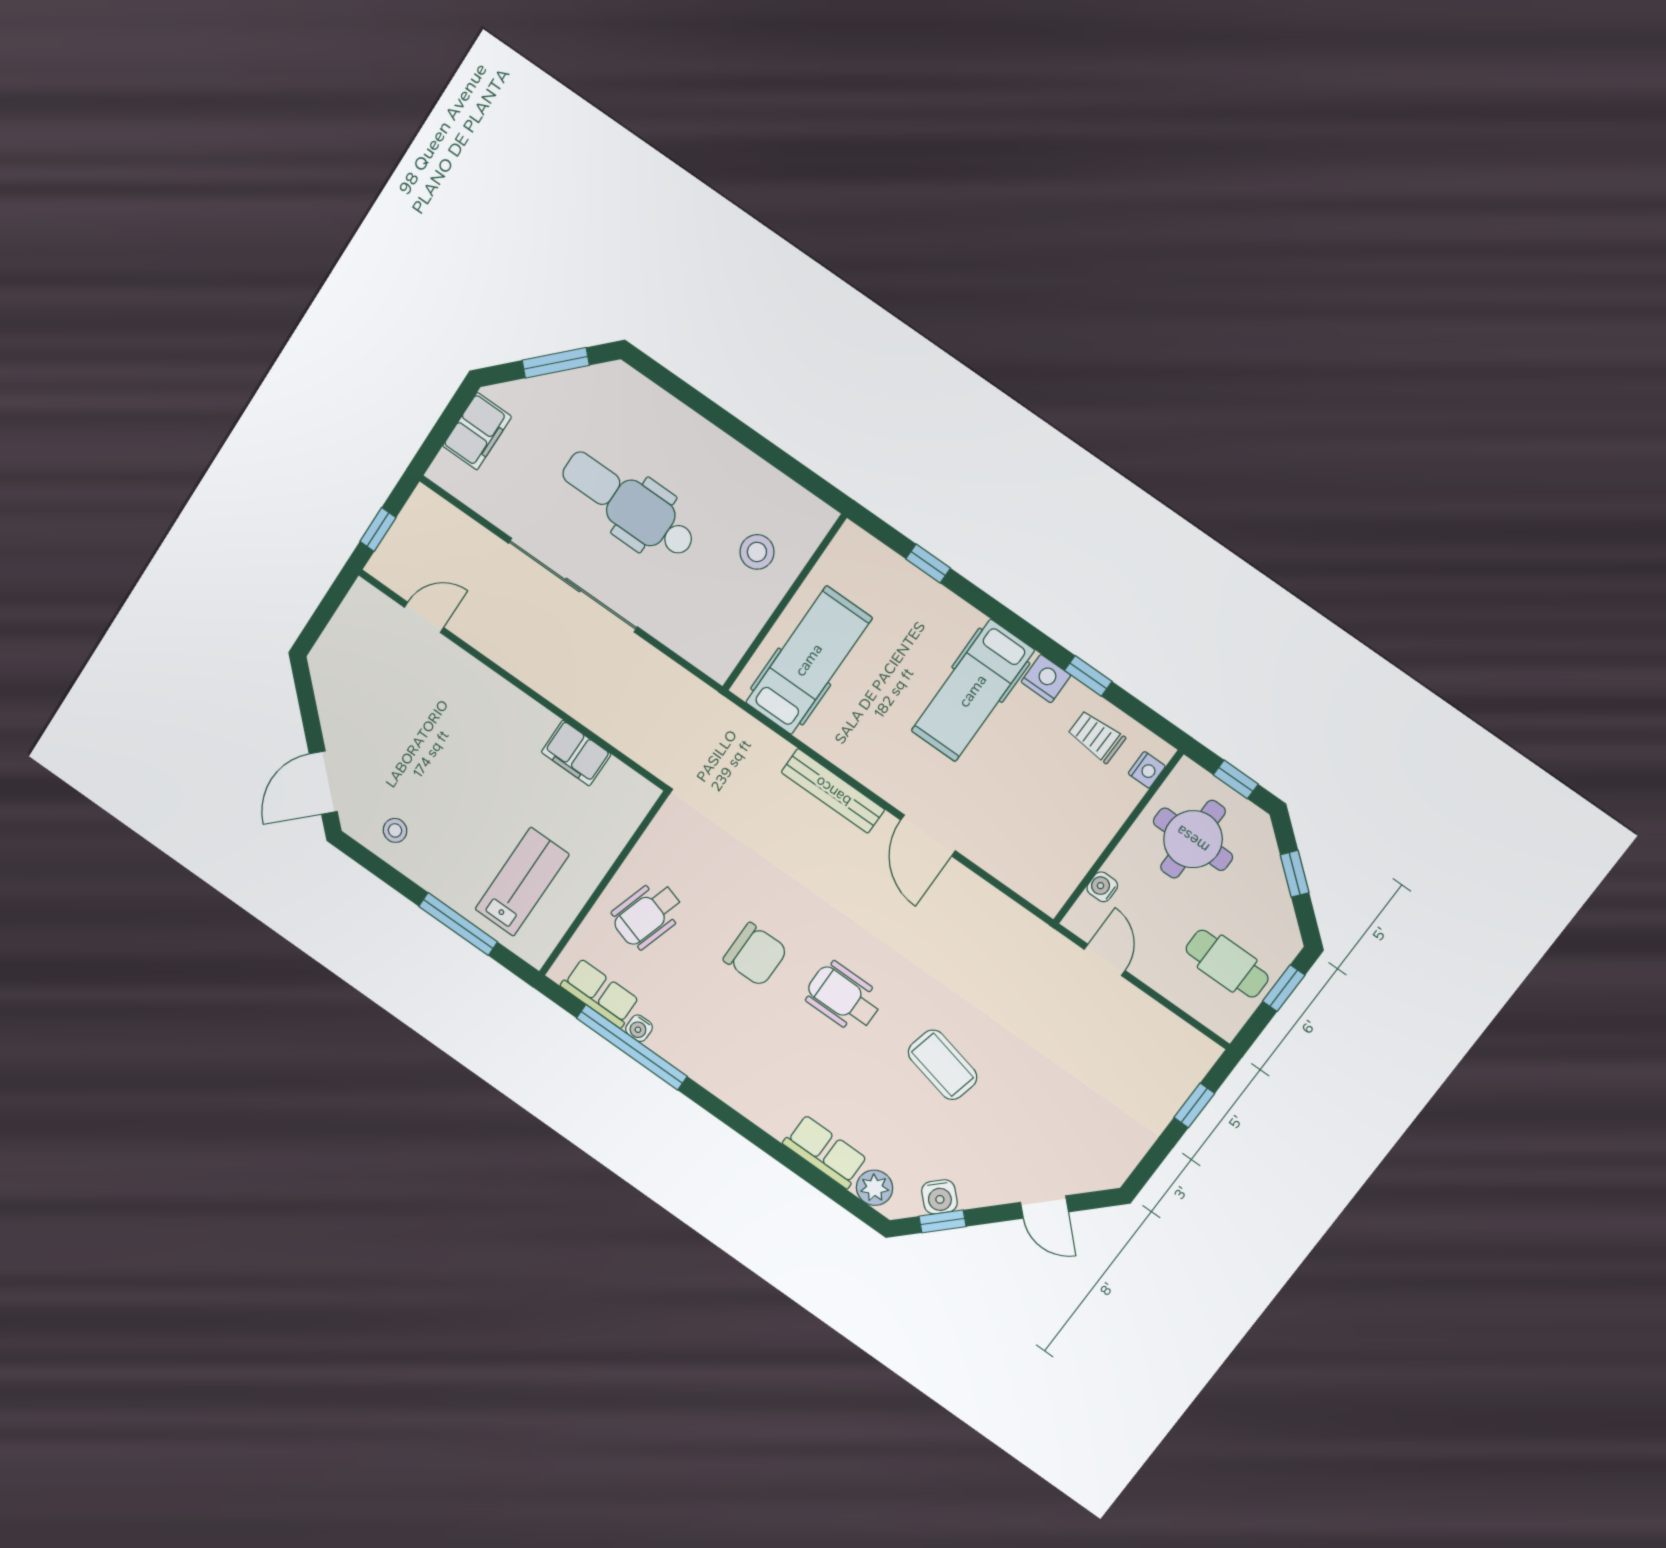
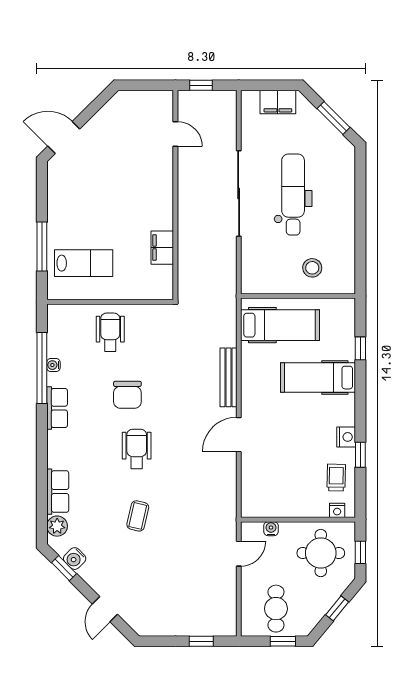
hospital bed: (973, 691) -> (318, 378), moved
stool: (395, 830) -> (65, 187), removed
wheelchair: (647, 915) -> (110, 332), turned 73
row of seats: (600, 993) -> (57, 408), moved
coffee table: (943, 1065) -> (138, 516), width x0.73, depth x0.77

